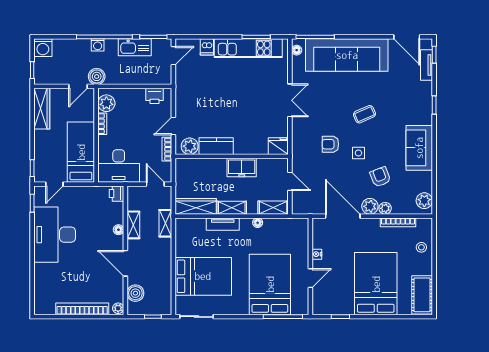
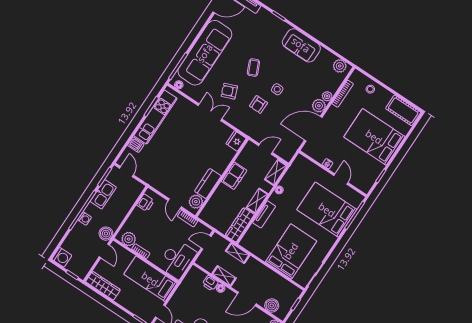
armchair: (380, 177) -> (229, 91), moved
printer: (117, 194) -> (210, 283), moved

